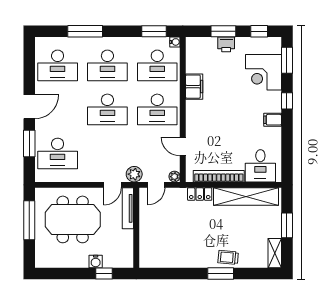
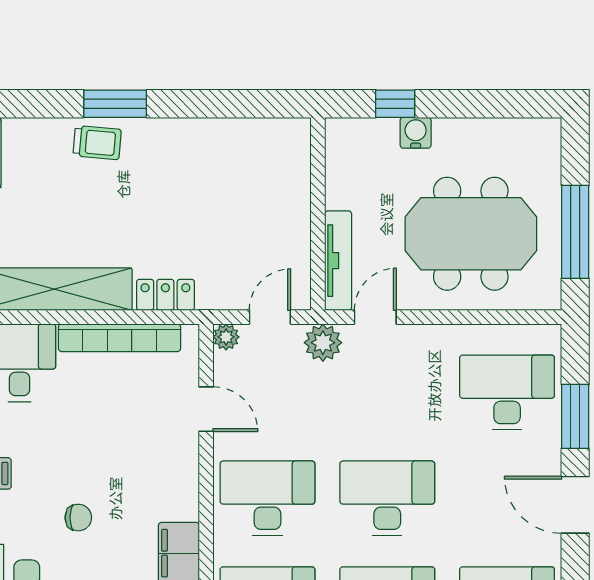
chair: (236, 101) -> (78, 518), added
door: (29, 107) -> (575, 505), hinge flipped

